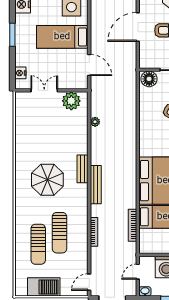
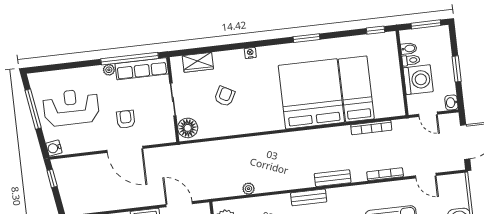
door: (89, 65) -> (179, 204), hinge flipped
bench: (96, 185) -> (333, 178), width x0.73
door: (89, 282) -> (426, 176), moved

